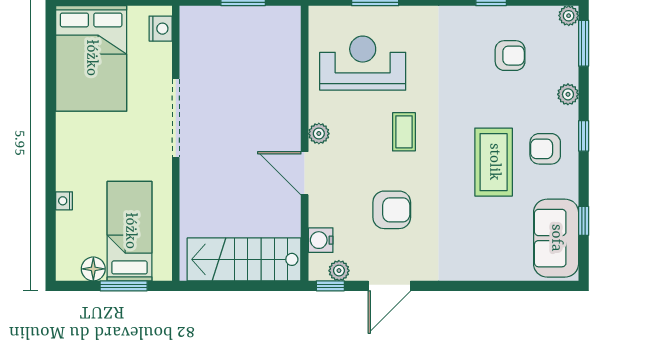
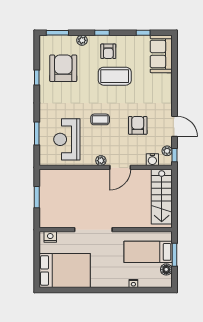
plant: (569, 16) -> (44, 40), removed
armchair: (510, 56) -> (63, 68), width x1.88, depth x1.88
sofa: (556, 238) -> (161, 54), moved, turned 90

